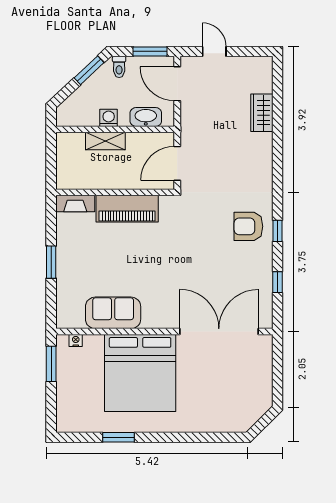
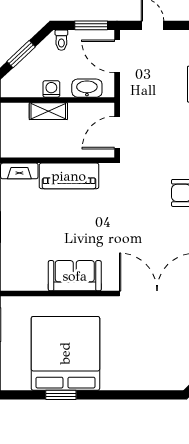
window: (89, 70) -> (21, 54), moved
sofa: (113, 313) -> (75, 276), moved
nightstand: (76, 340) -> (20, 302), removed
bed: (140, 373) -> (65, 353), moved, turned 180

